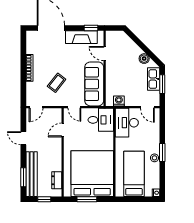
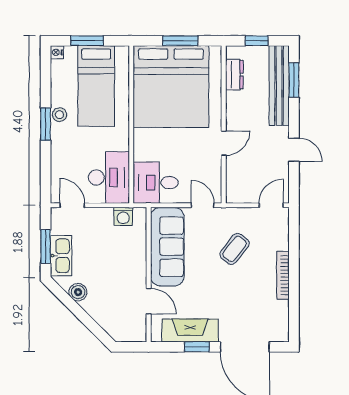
window: (91, 28) -> (197, 347), moved
door: (63, 130) -> (224, 143), moved
window: (139, 199) -> (87, 41), added

